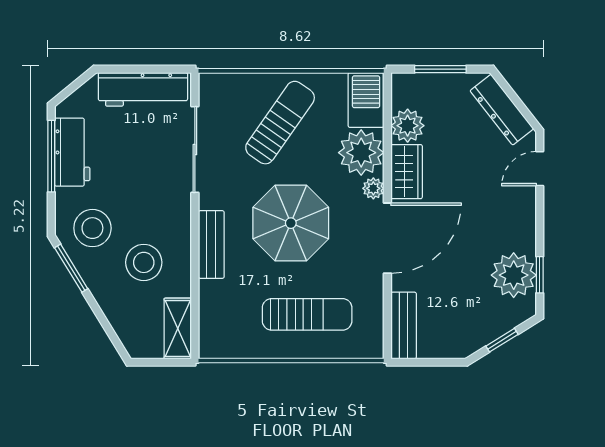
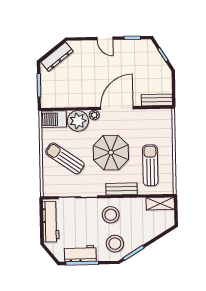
plant: (408, 126) -> (65, 100), removed
door: (540, 169) -> (105, 38), moved
wardrobe: (407, 172) -> (86, 100), removed
door: (387, 238) -> (117, 108), hinge flipped
stool: (144, 262) -> (111, 215), moved
plant: (514, 275) -> (133, 50), removed
sun lounger: (307, 314) -> (150, 165), moved

